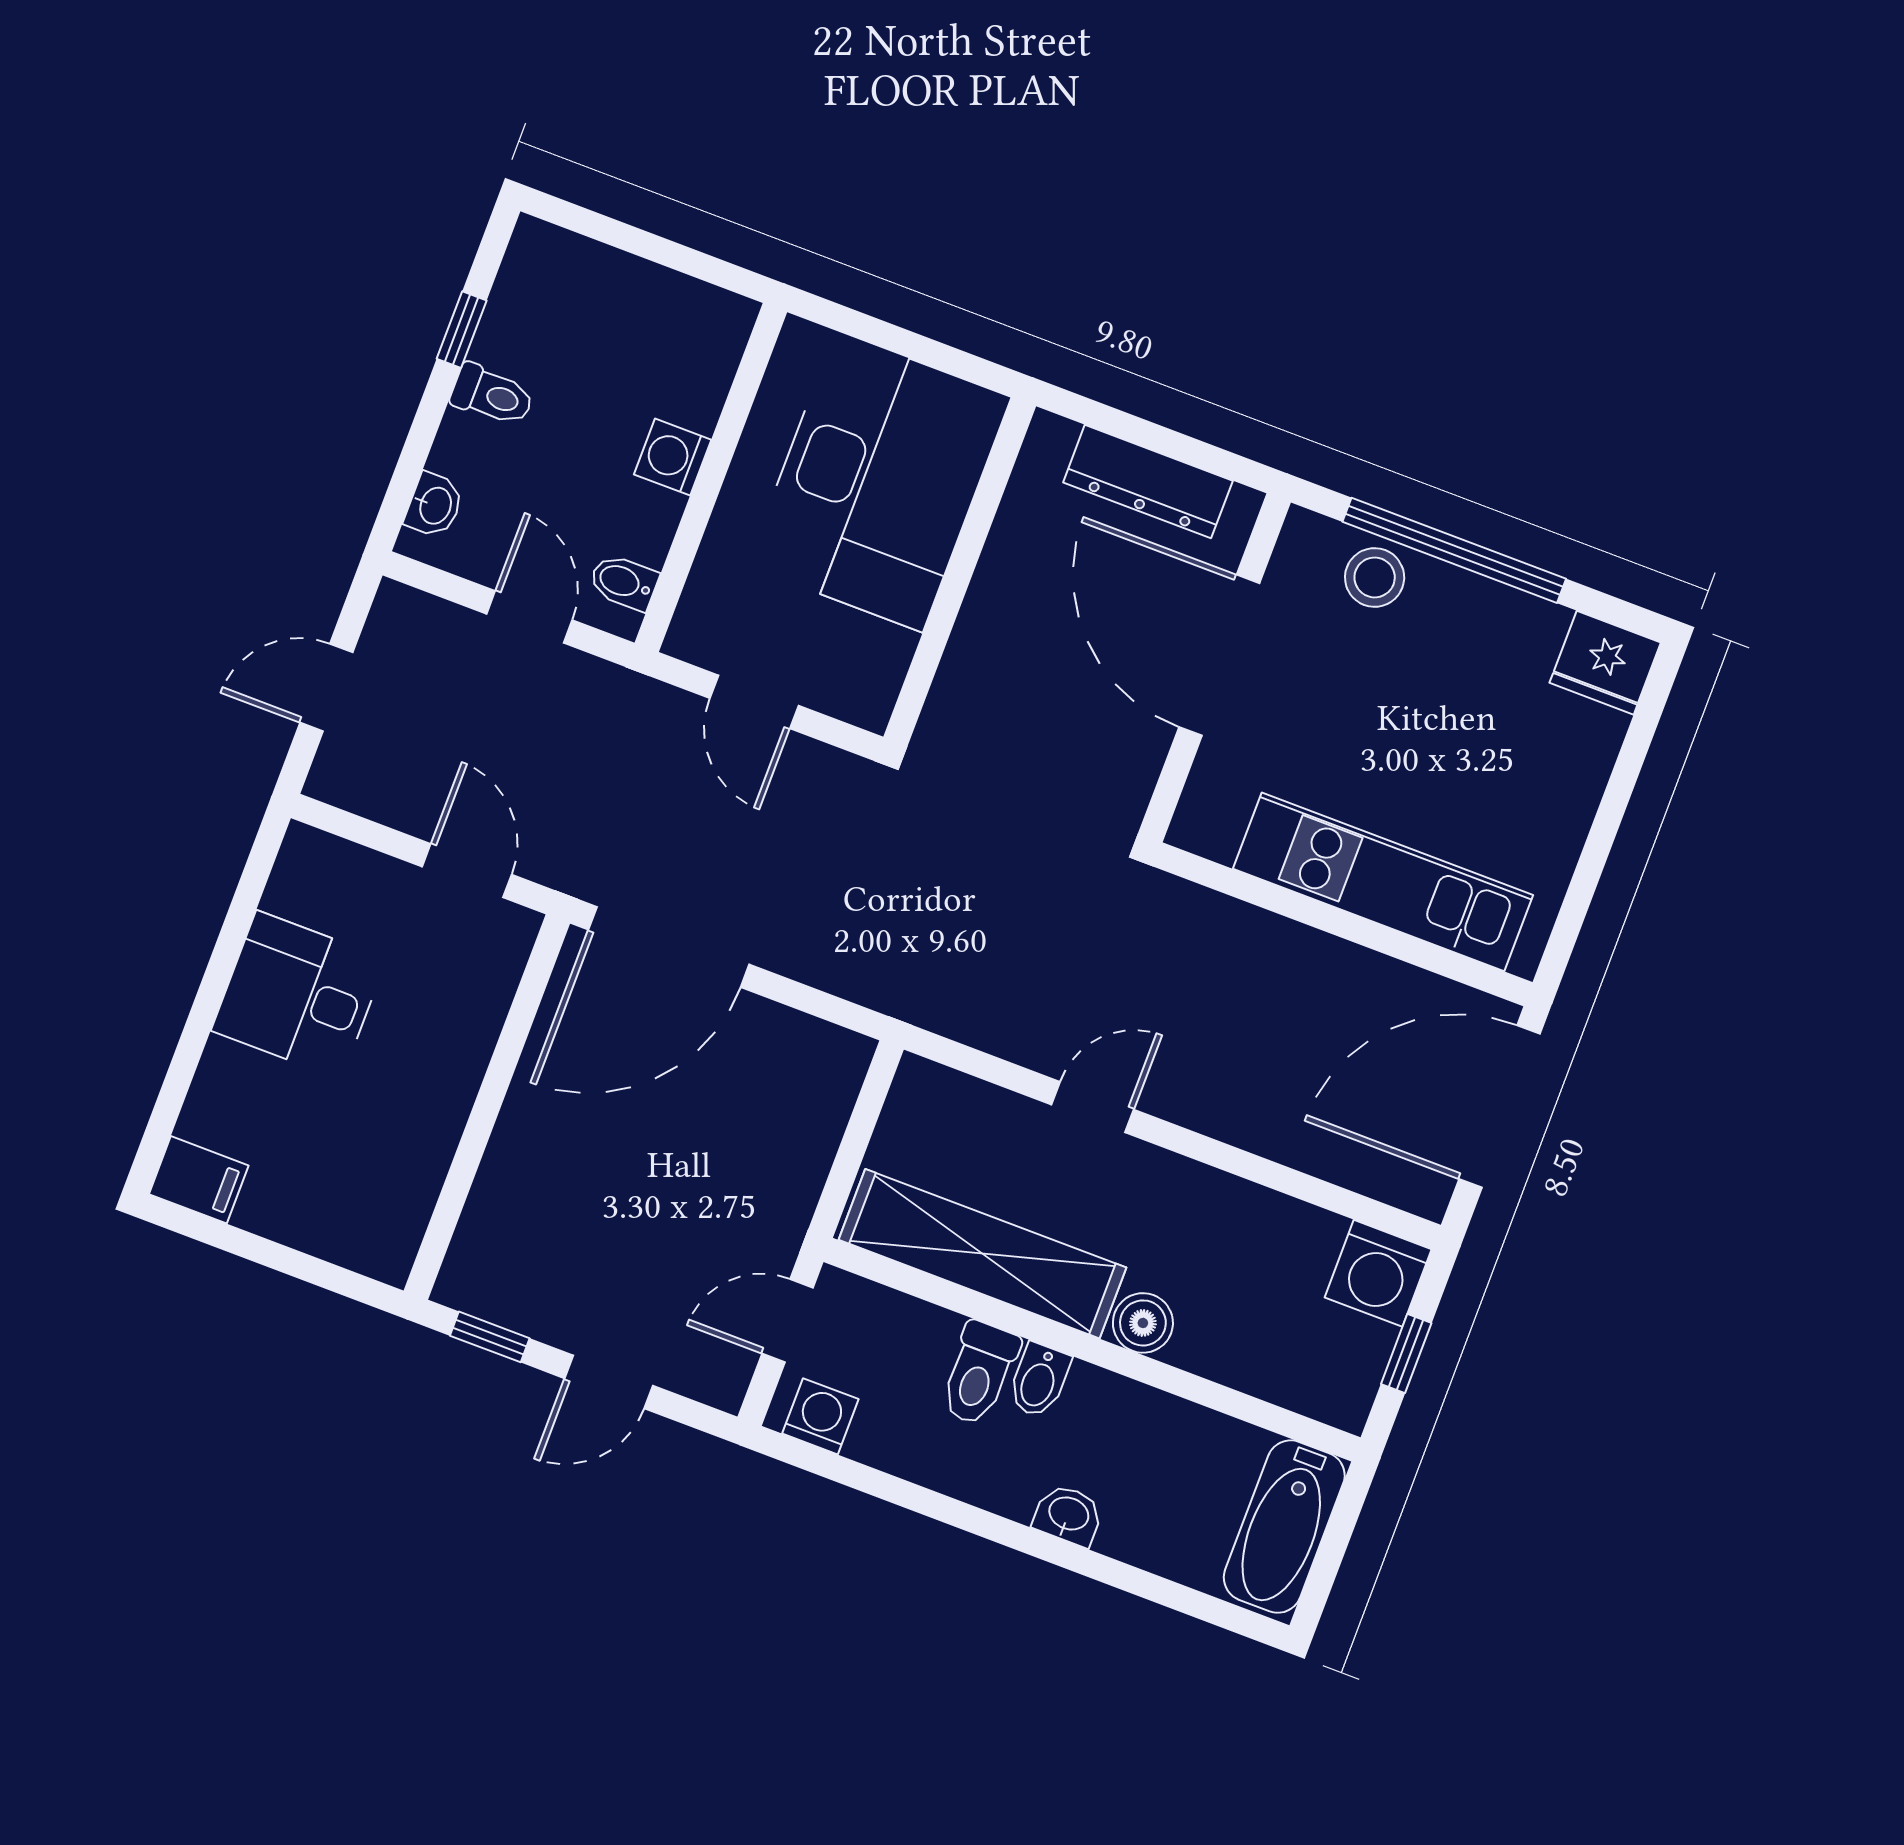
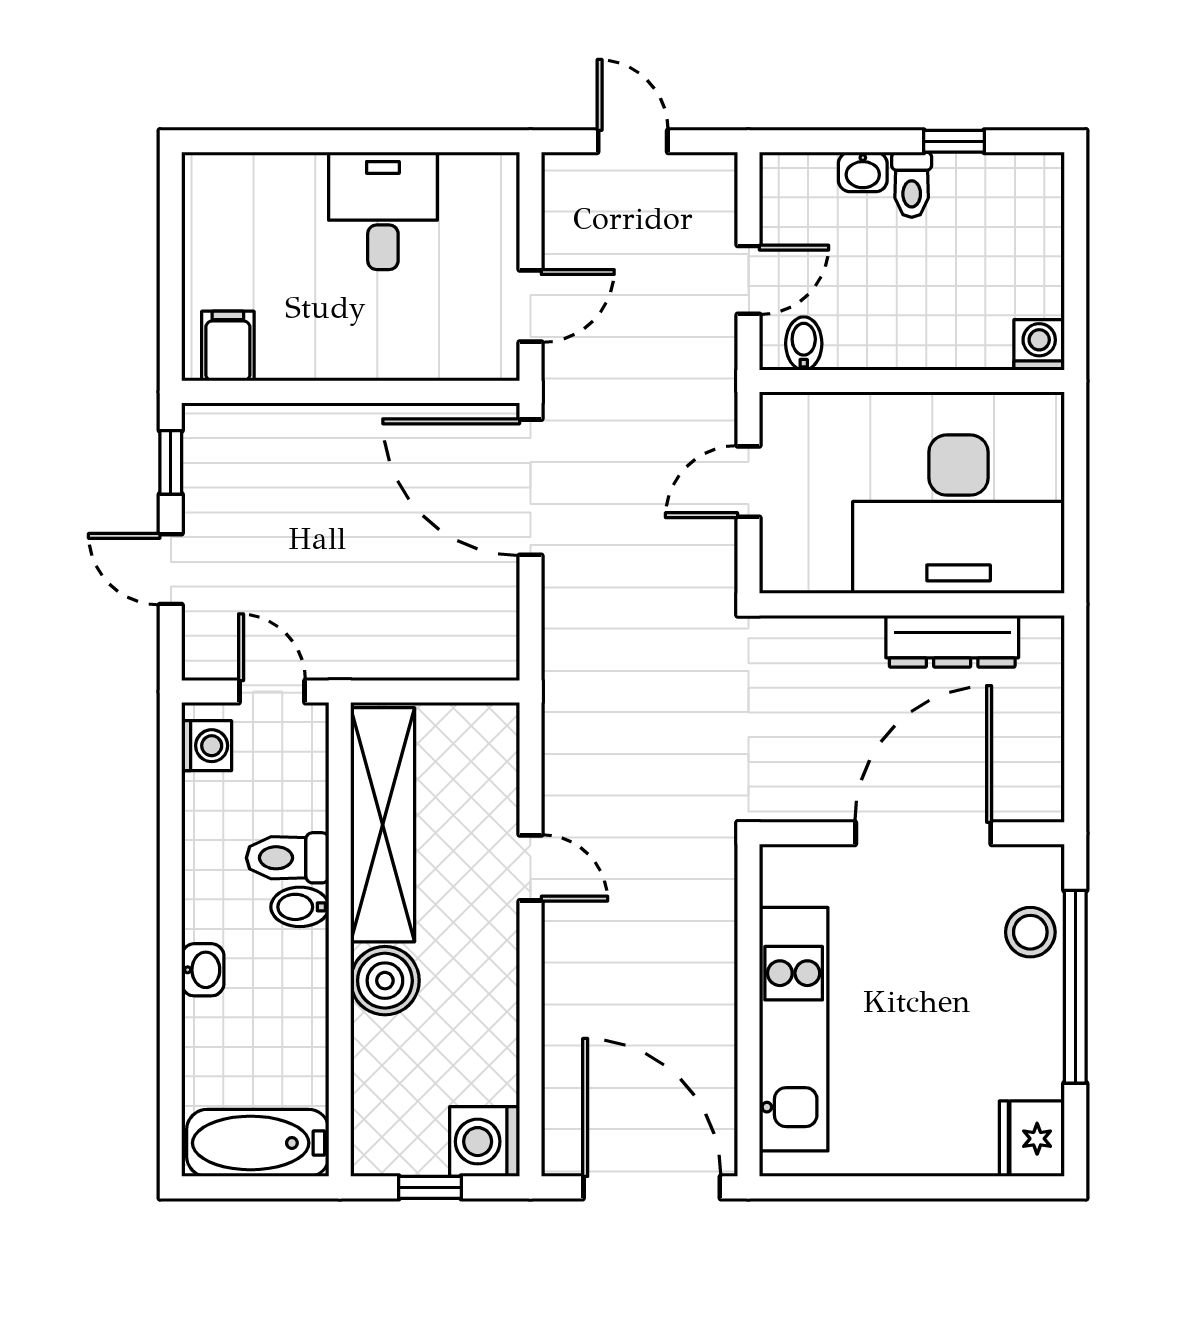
washing machine: (673, 457) -> (1039, 345), moved
dresser: (1148, 482) -> (952, 641), moved, turned -90
washbasin: (434, 505) -> (863, 172), moved
filing cabinet: (199, 1180) -> (228, 346), moved, turned 180
boiler: (1143, 1323) -> (385, 981), width x1.36, depth x1.36

